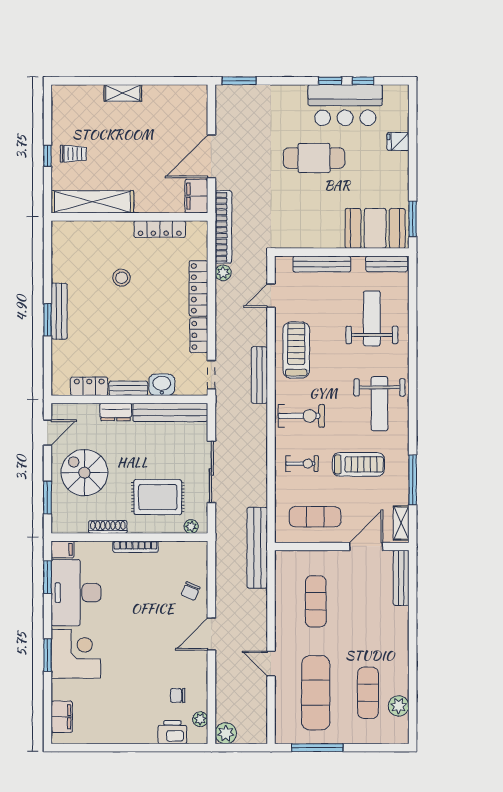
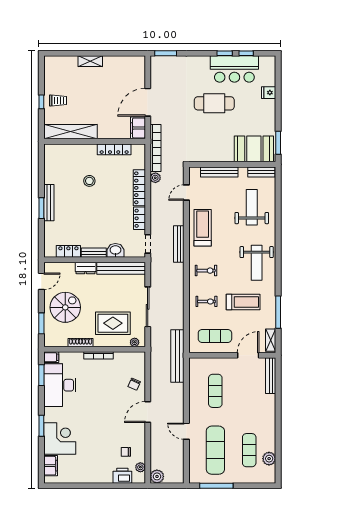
exercise bike: (301, 416) -> (206, 271), width x0.73, depth x0.72
spiral stairs: (84, 473) -> (65, 307), turned 90
corner desk: (76, 654) -> (60, 438), moved

